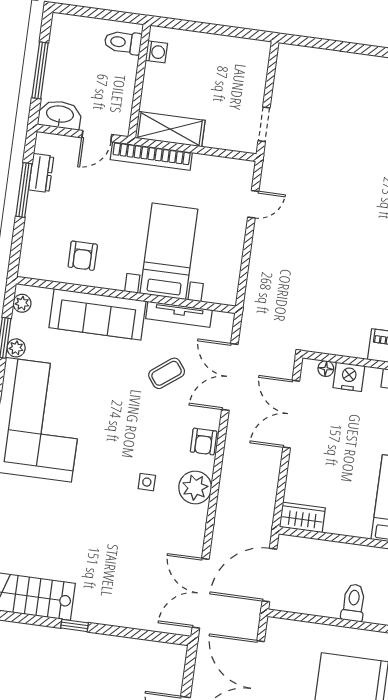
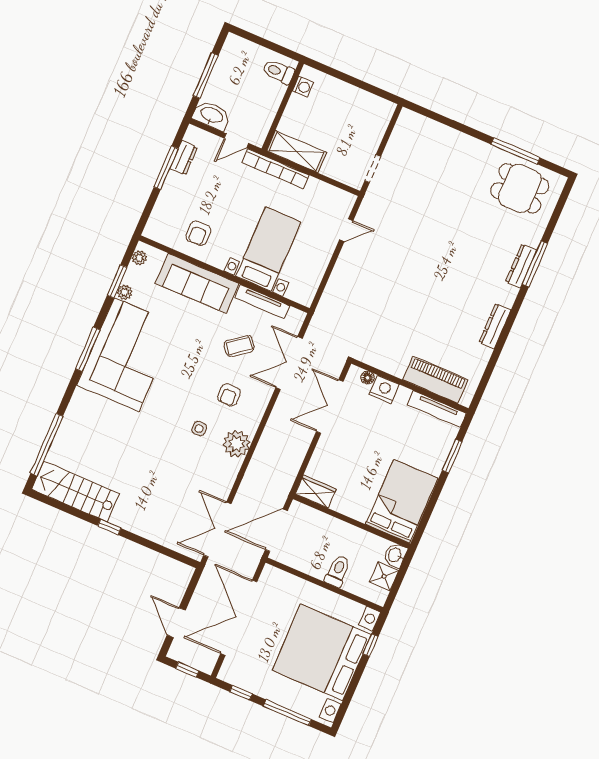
armchair: (204, 442) -> (229, 395), moved

